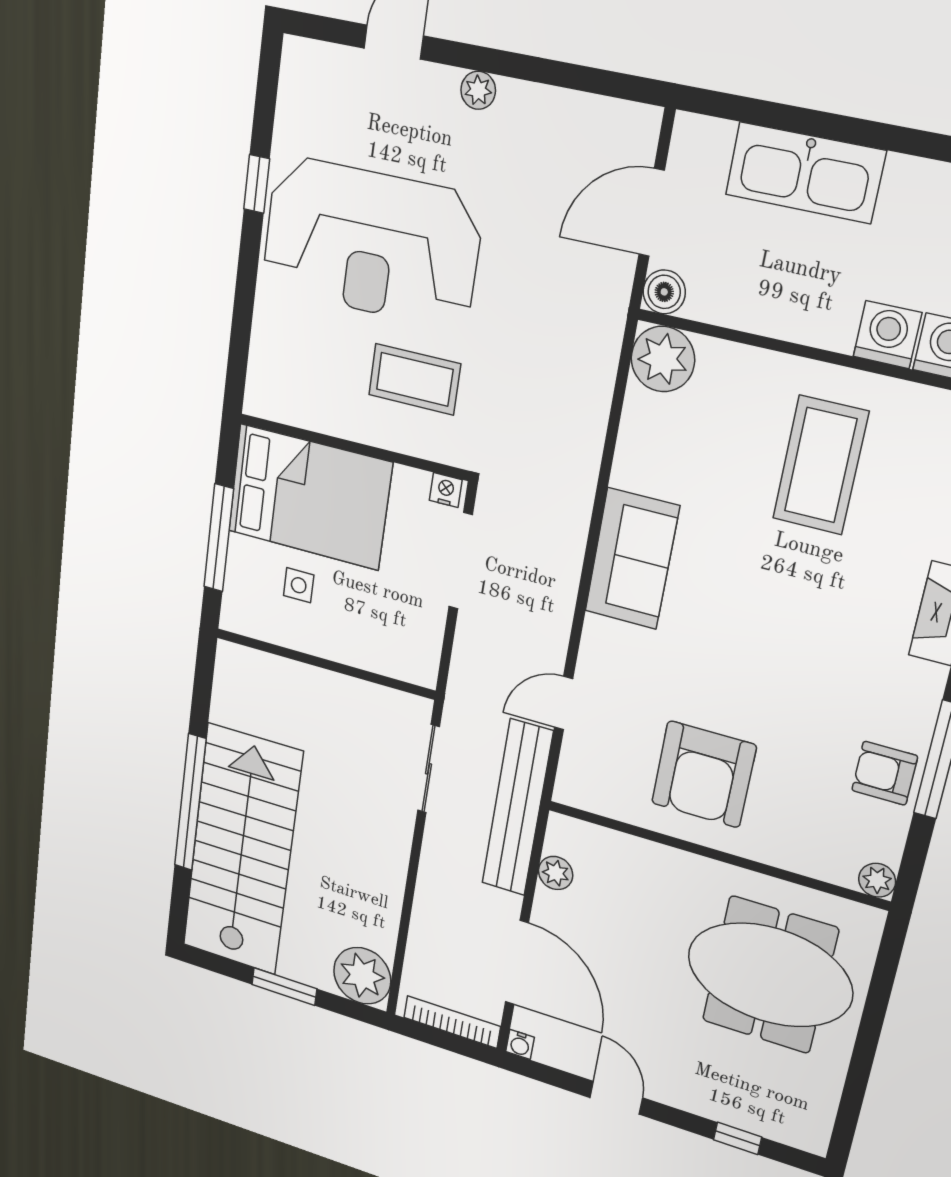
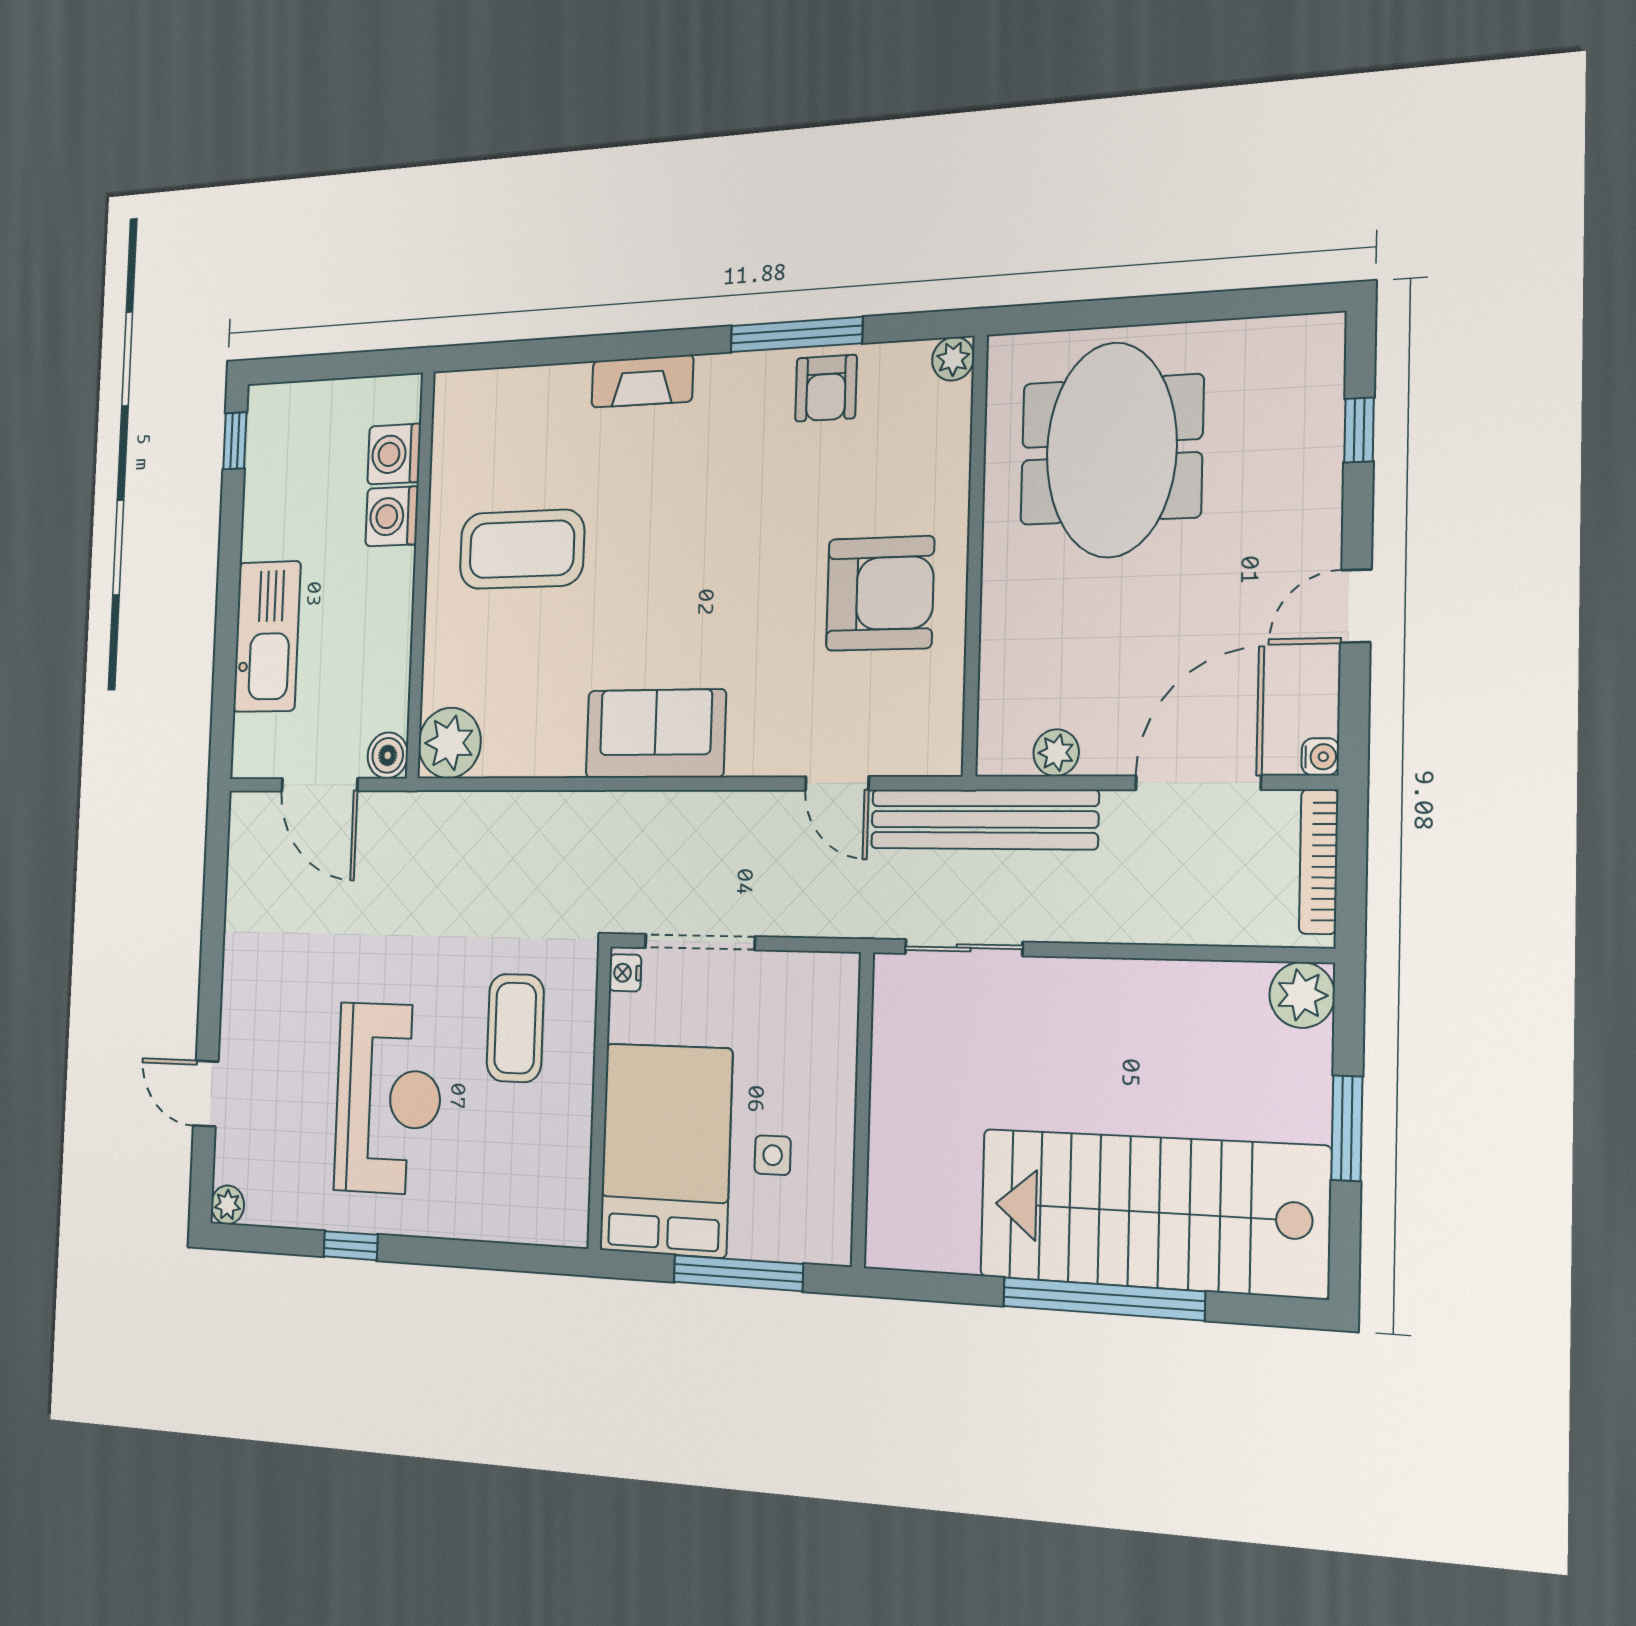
plant: (478, 90) -> (228, 1205), moved
reception desk: (371, 243) -> (388, 1098), width x0.74, depth x0.77
plant: (362, 976) -> (1302, 995), width x0.73, depth x0.73

